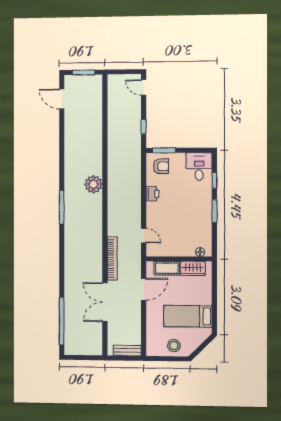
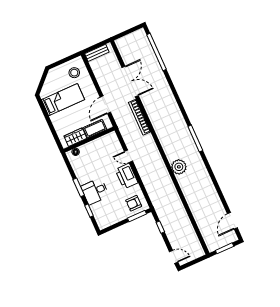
door: (62, 99) -> (232, 221), swing flipped
desk: (199, 166) -> (95, 191), moved, turned 90
printer: (152, 194) -> (127, 176), width x1.87, depth x1.48
door: (144, 236) -> (128, 156), moved
stool: (174, 346) -> (74, 73), moved

